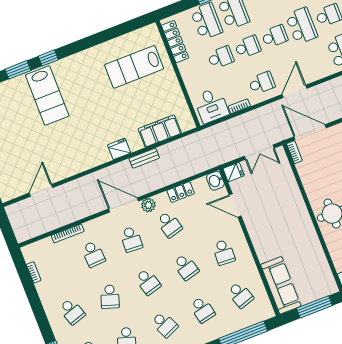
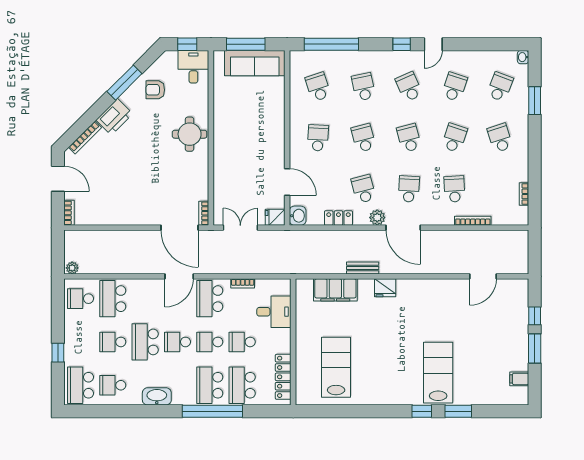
lab bench: (134, 67) -> (336, 367), turned -90
school desk: (262, 83) -> (210, 299), width x1.85
desk: (211, 105) -> (274, 312), moved, turned 90
sofa: (281, 285) -> (255, 63), moved, turned -90

